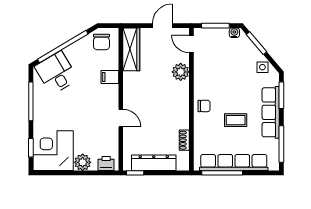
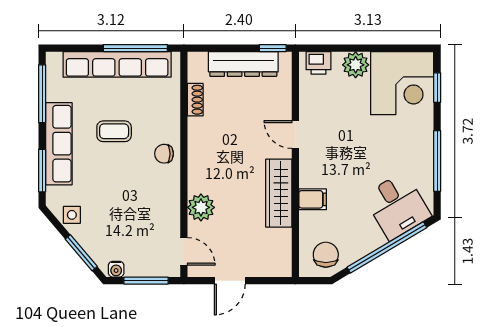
wardrobe: (131, 49) -> (279, 193), moved

